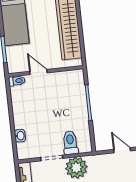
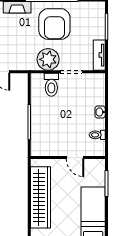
toilet: (17, 81) -> (97, 135), moved
washbasin: (20, 136) -> (100, 112), moved

